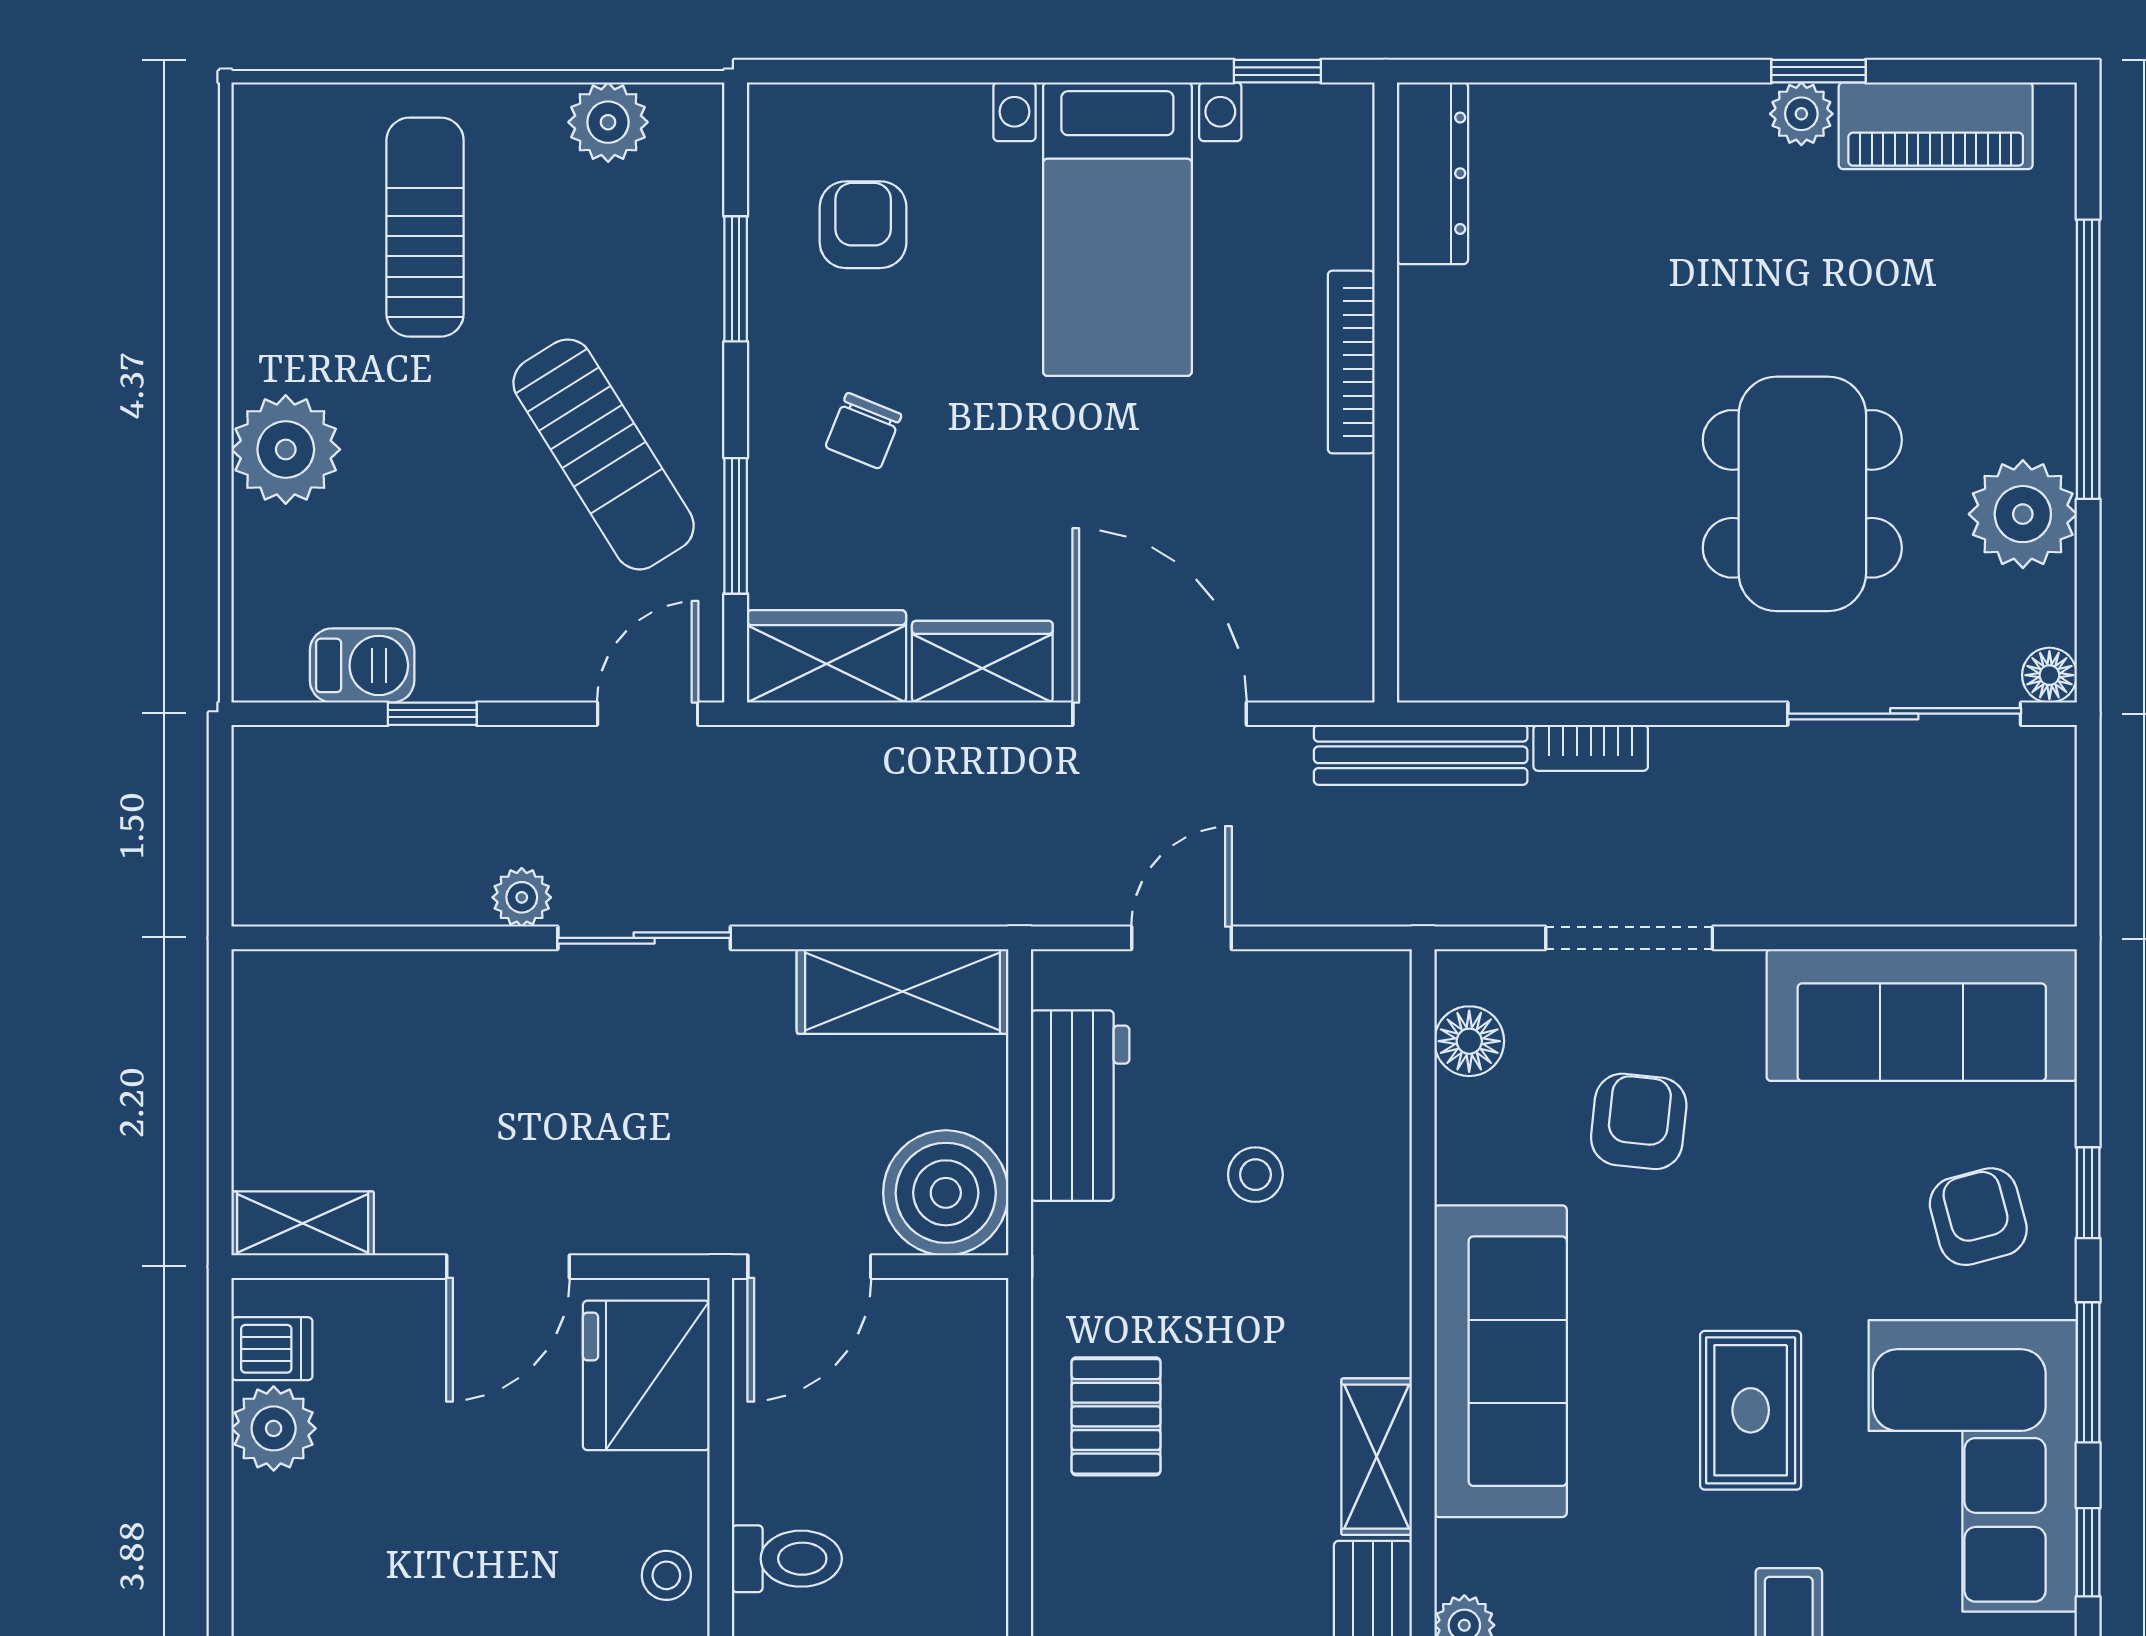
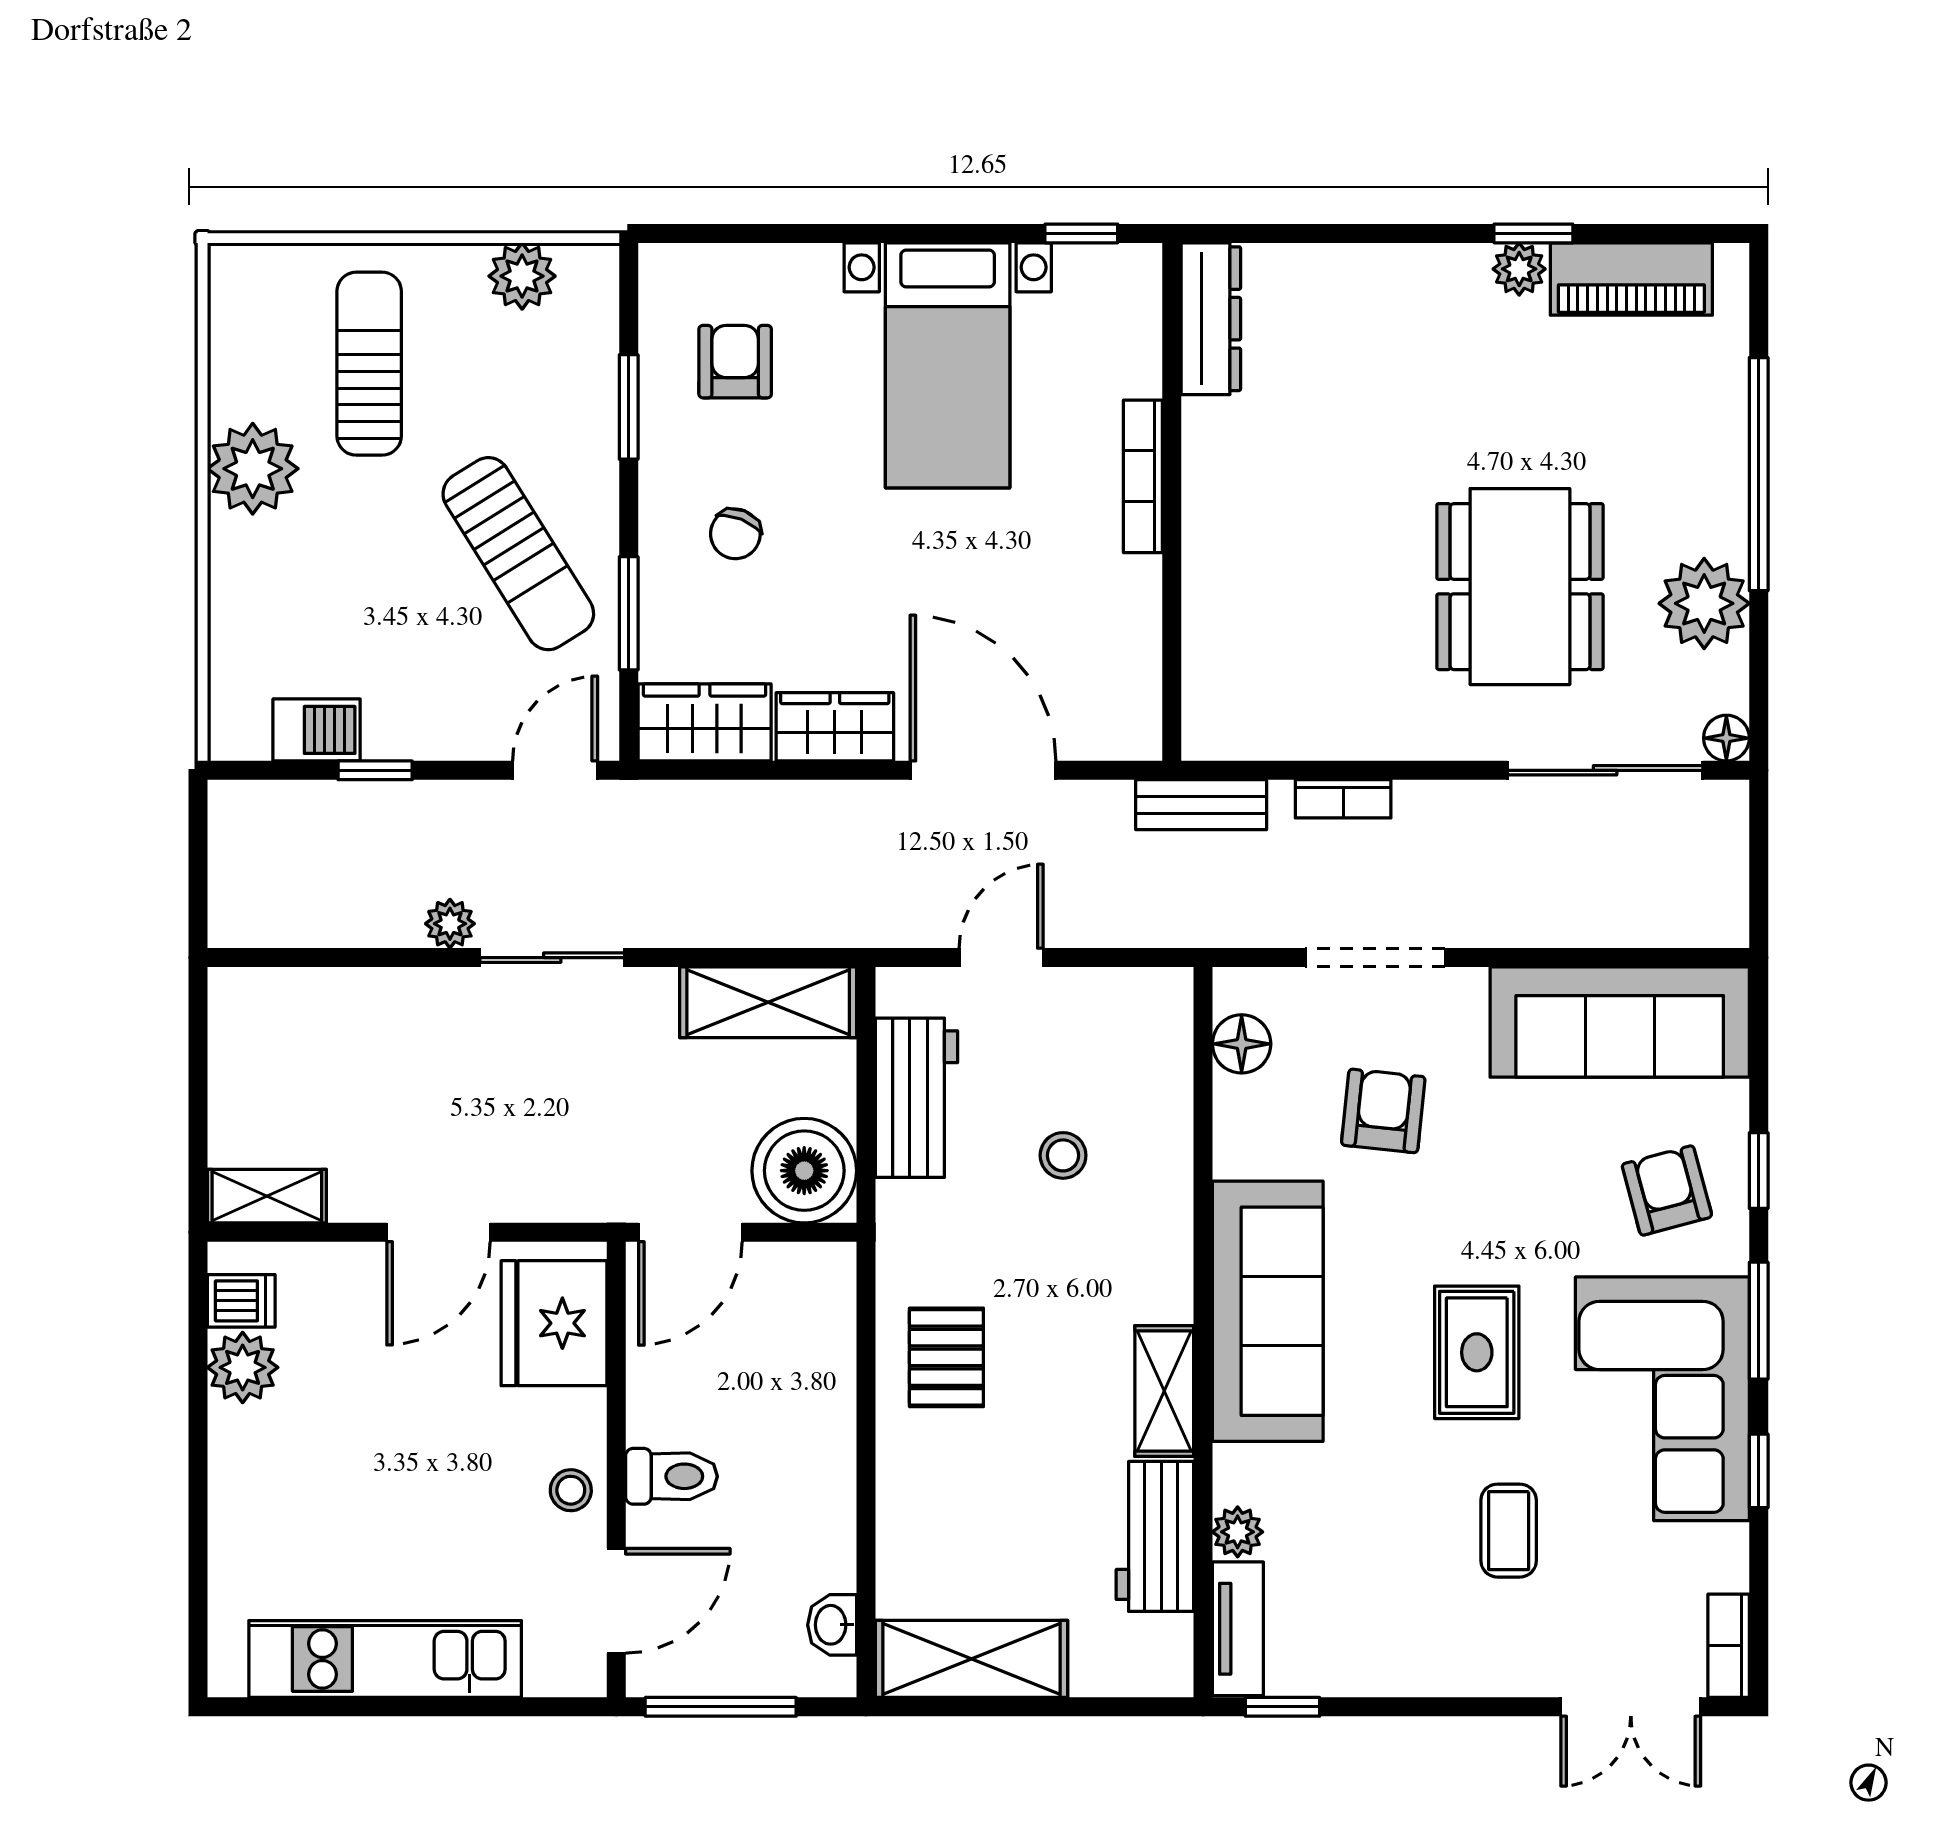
plant: (286, 449) -> (253, 469), moved
bench: (1421, 755) -> (1201, 805), width x0.73

